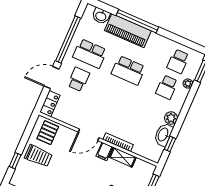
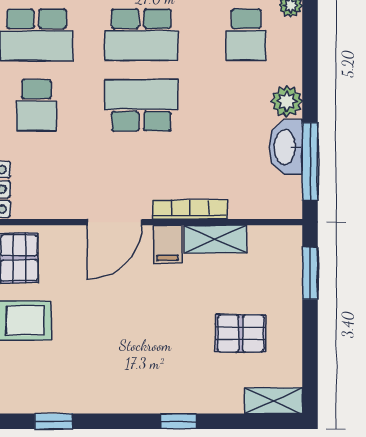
school desk: (79, 79) -> (36, 105), turned 180
school desk: (117, 96) -> (141, 105), added
window: (170, 144) -> (310, 162), width x2.17

